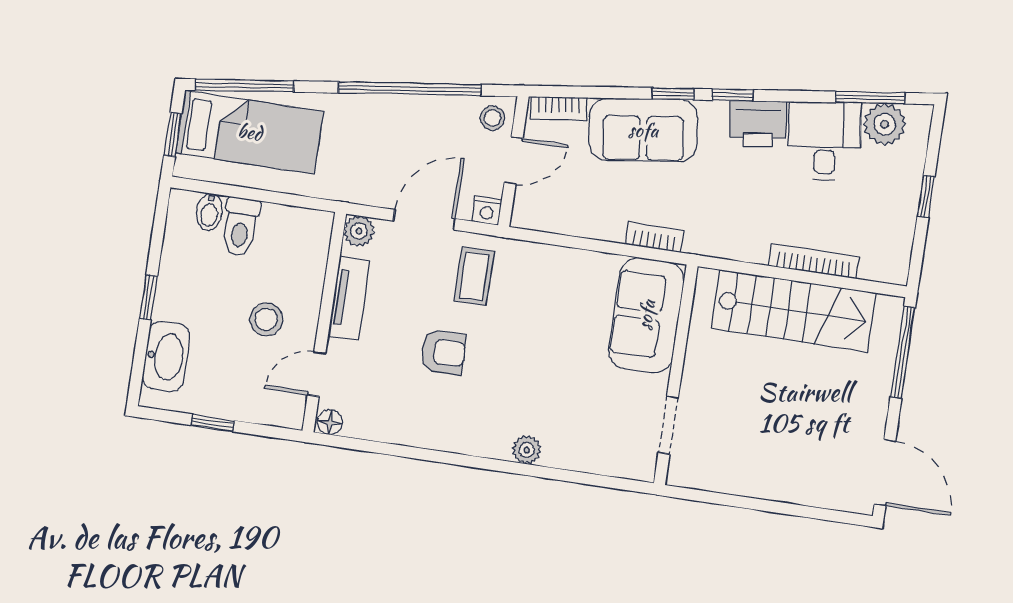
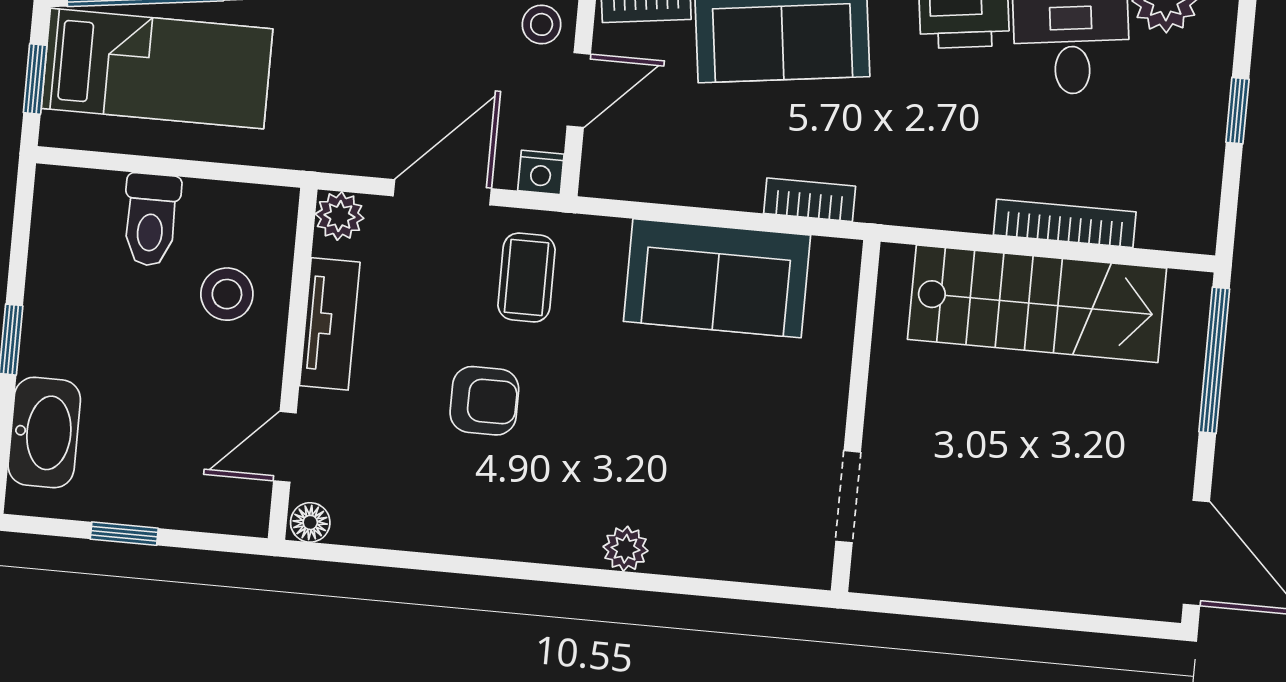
bidet: (209, 212) -> (100, 199), removed
sofa: (646, 315) -> (717, 278), moved, turned -90
stool: (266, 319) -> (227, 294), moved

